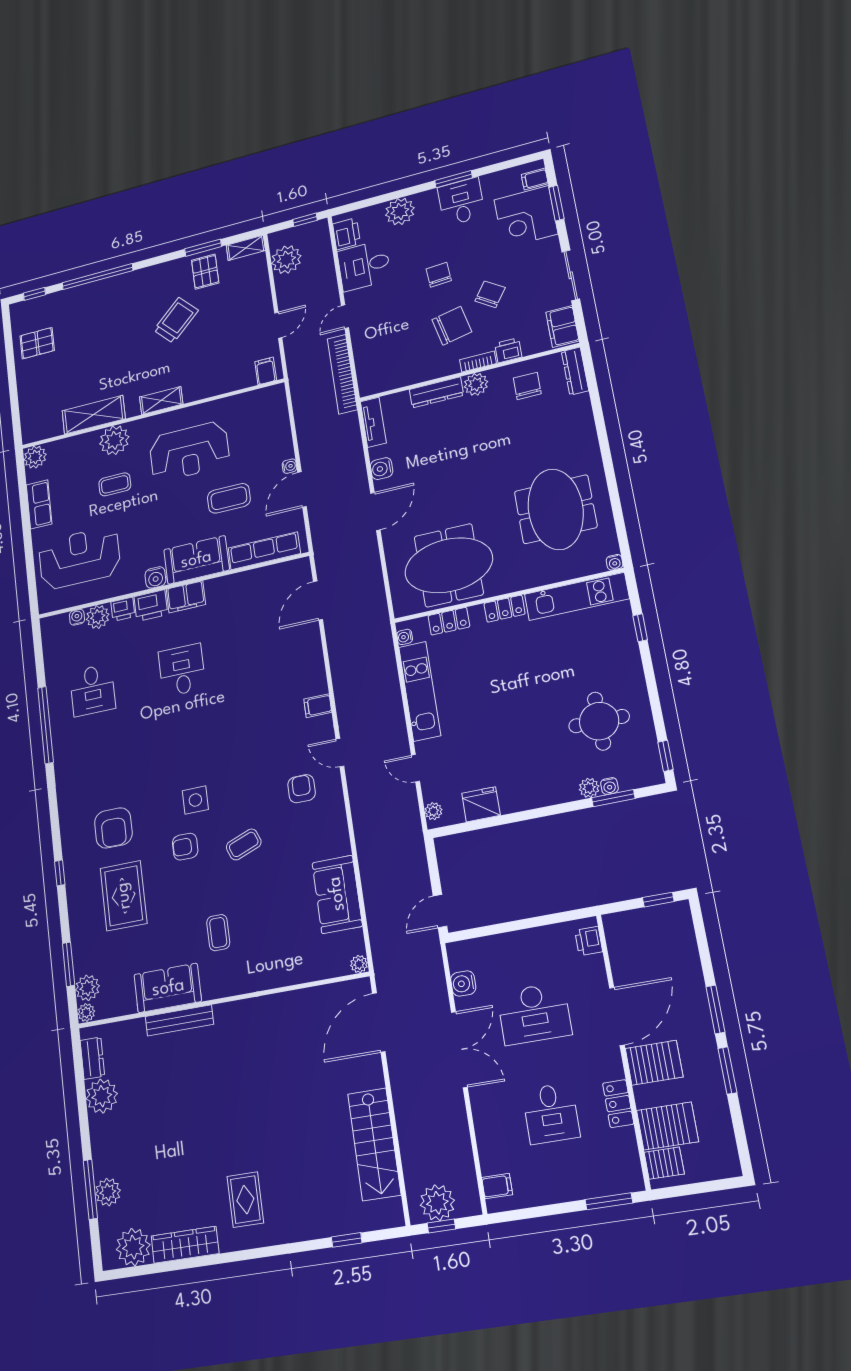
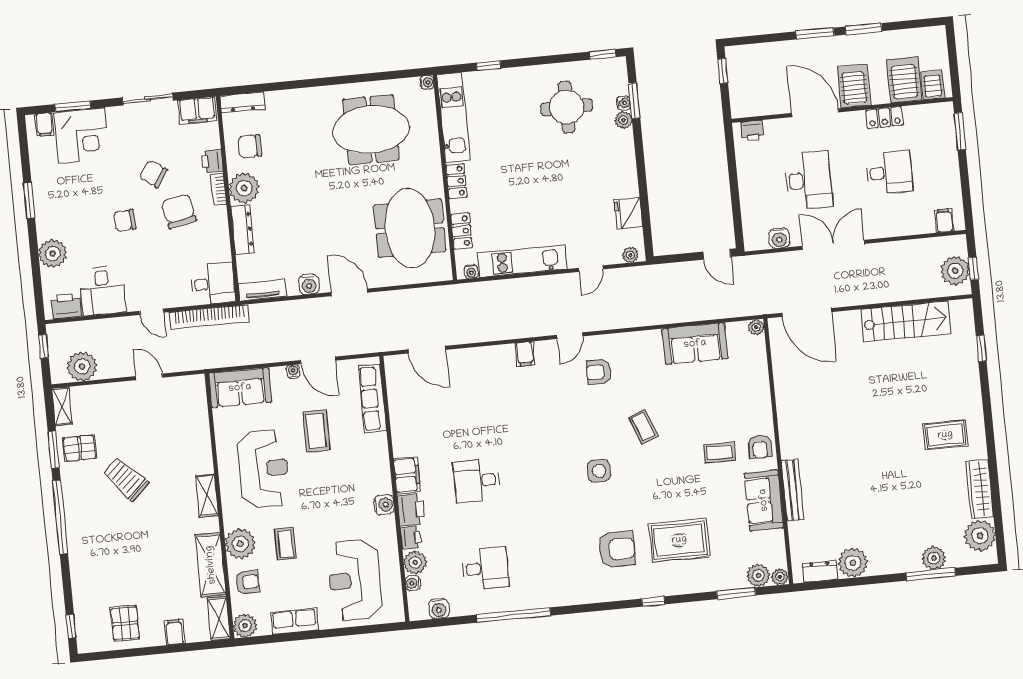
desk: (461, 202) -> (213, 284), moved, turned 180
window: (97, 277) -> (60, 517), moved
filing cabinet: (266, 371) -> (175, 632), moved, turned 90
plant: (476, 384) -> (244, 188), width x1.36, depth x1.36
shelving: (42, 431) -> (219, 618), added
armchair: (77, 453) -> (248, 582), added
sofa: (196, 560) -> (240, 388), moved, turned -90
water cooler: (52, 647) -> (439, 609), added
armchair: (185, 847) -> (760, 447), moved

